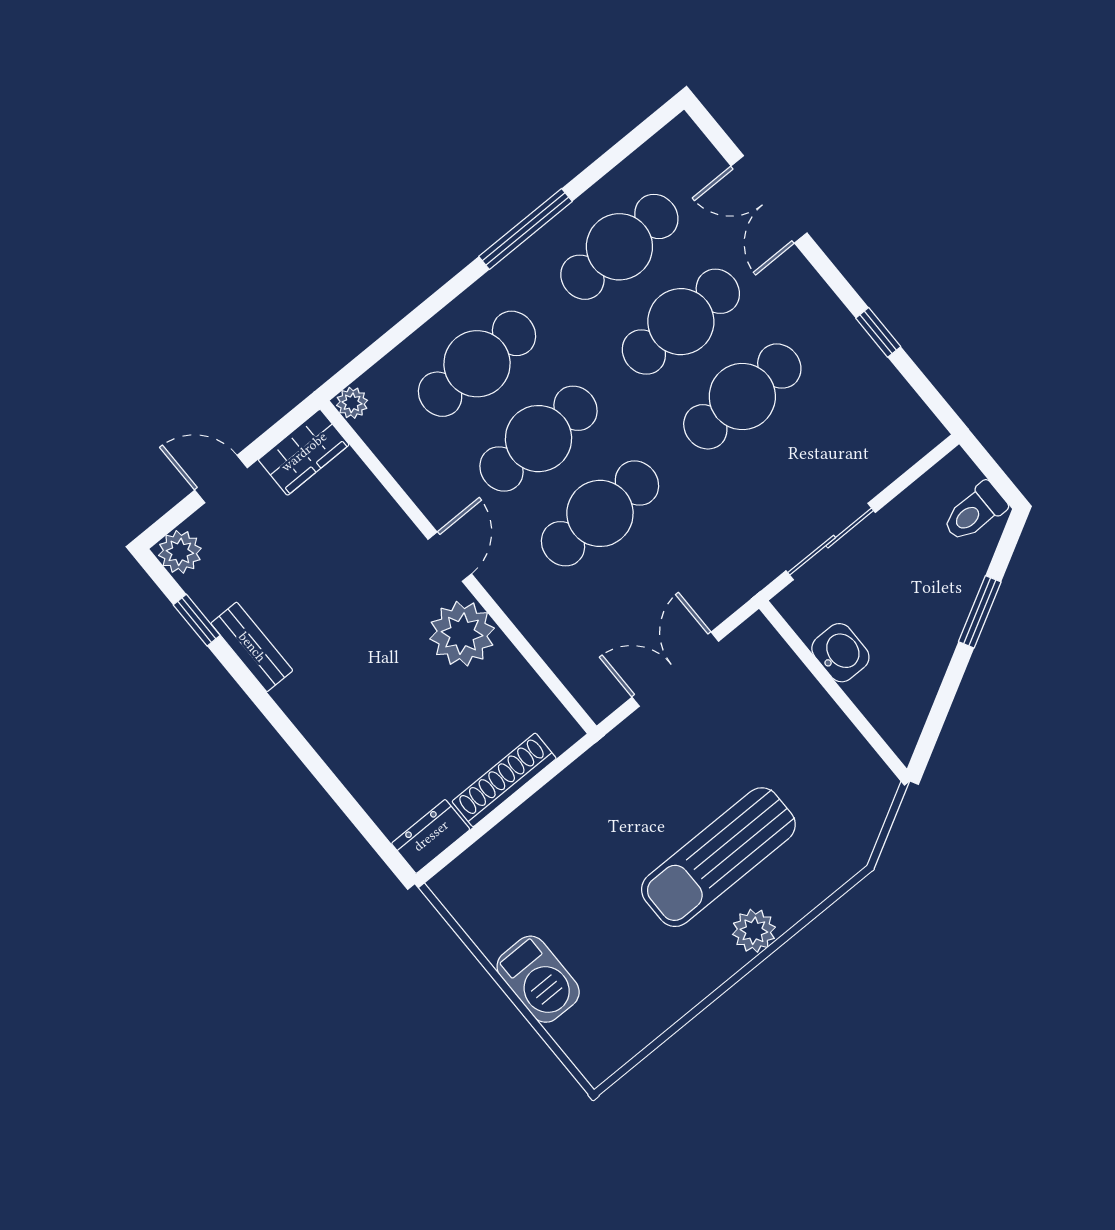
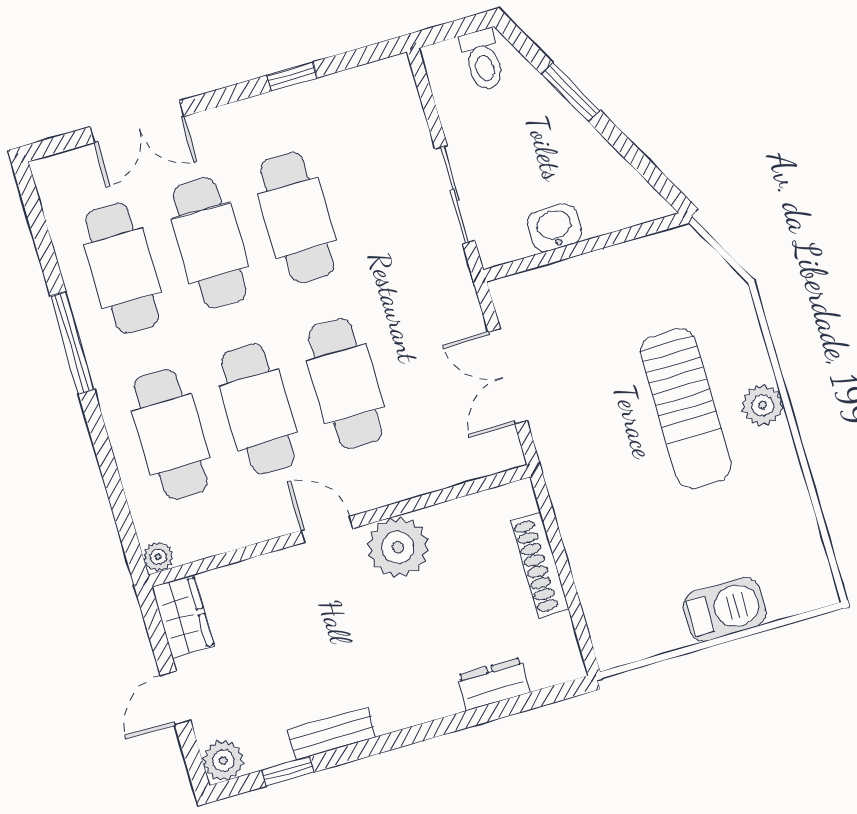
dresser: (431, 836) -> (494, 684), moved, turned 90

